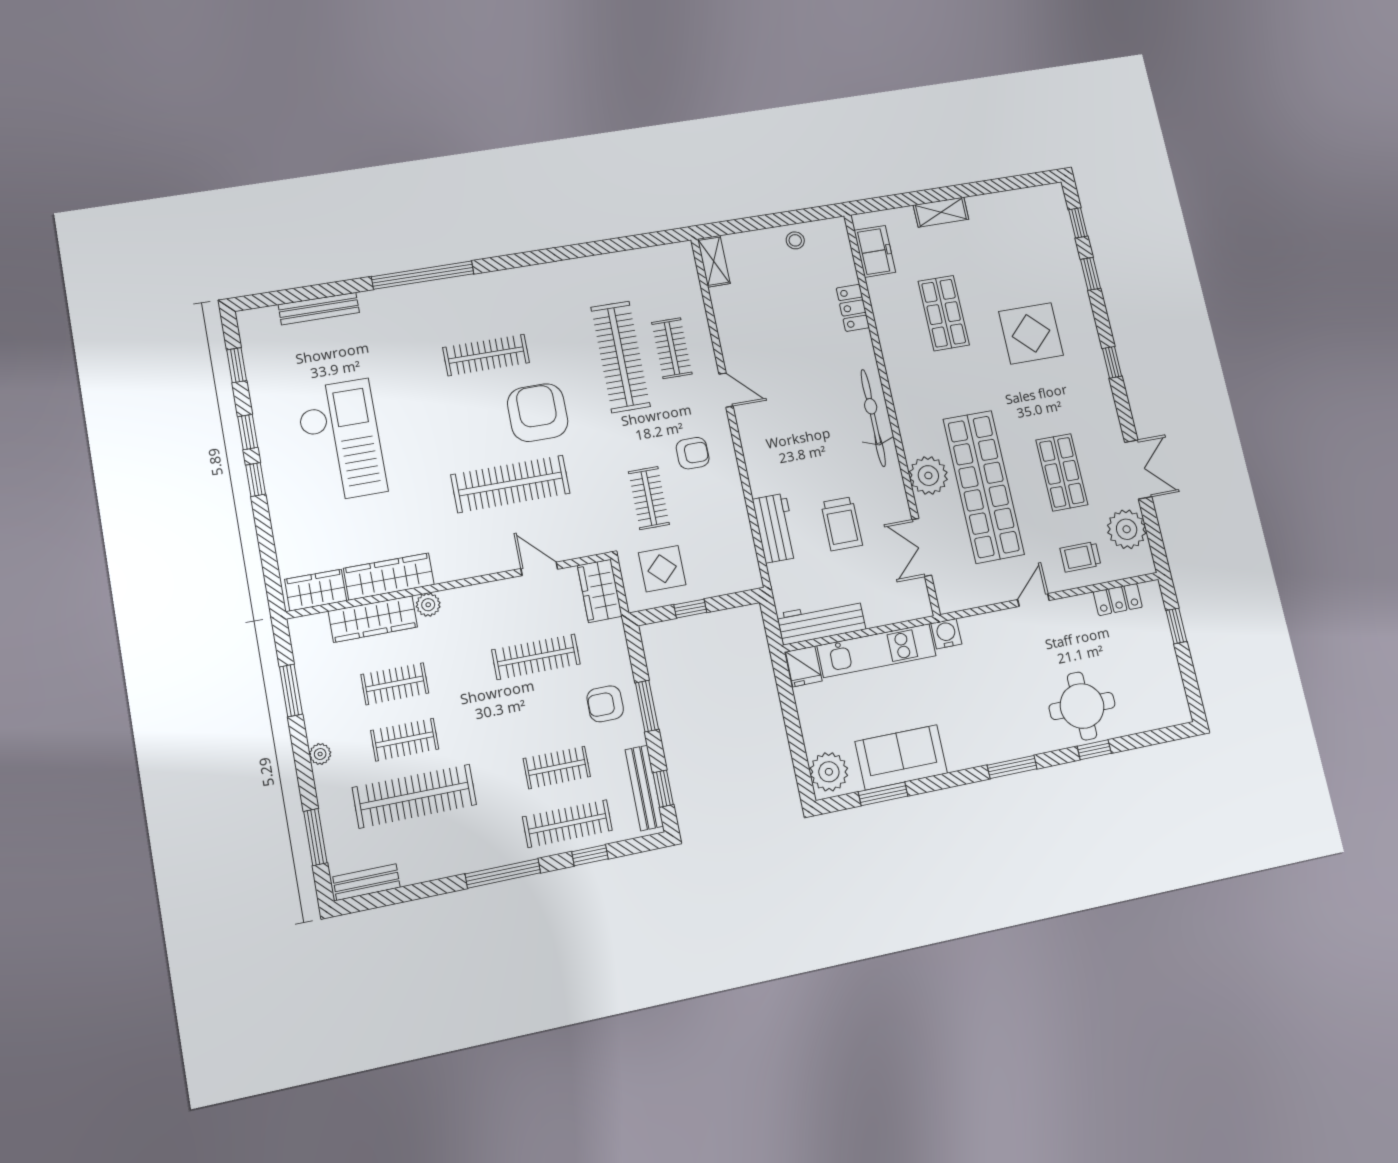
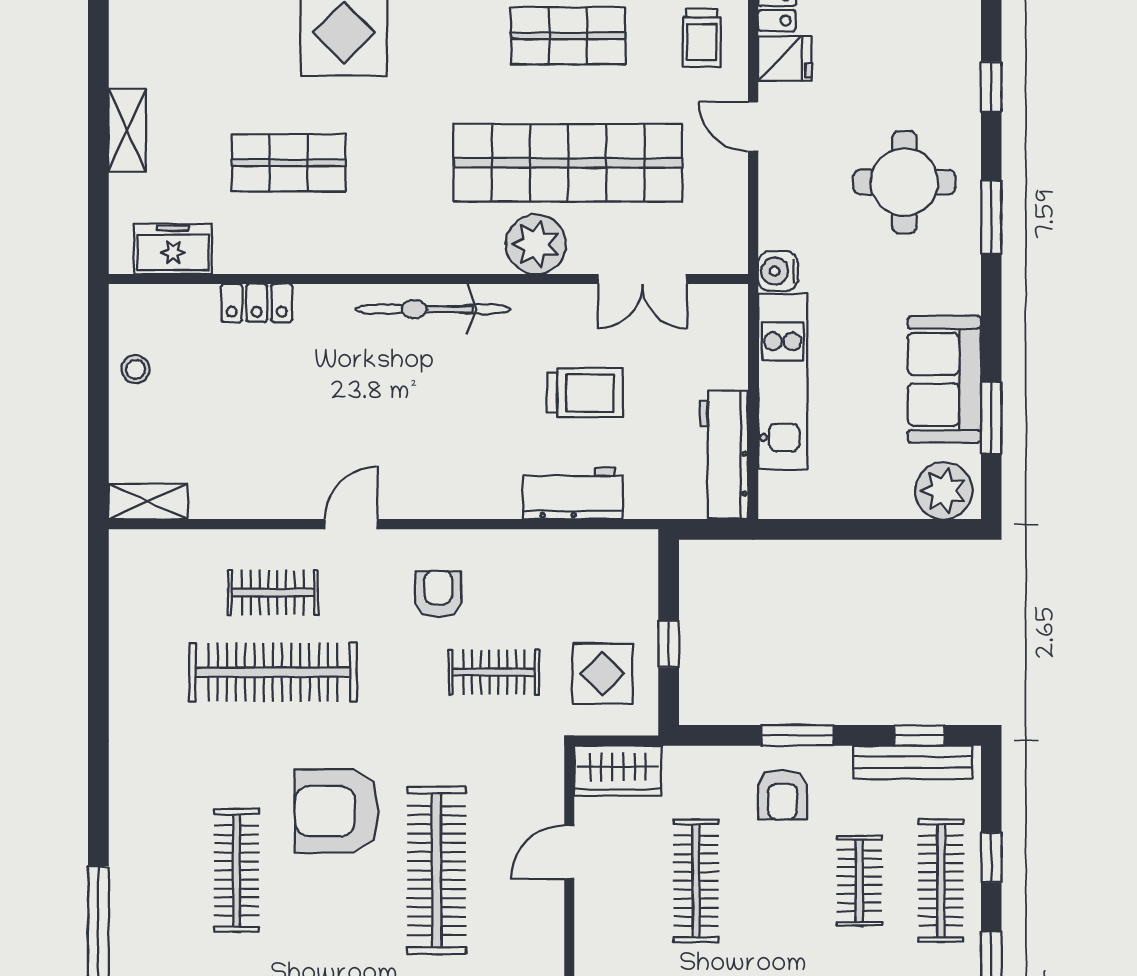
fridge: (804, 666) -> (785, 59), moved
round table: (1082, 706) -> (904, 182), moved

